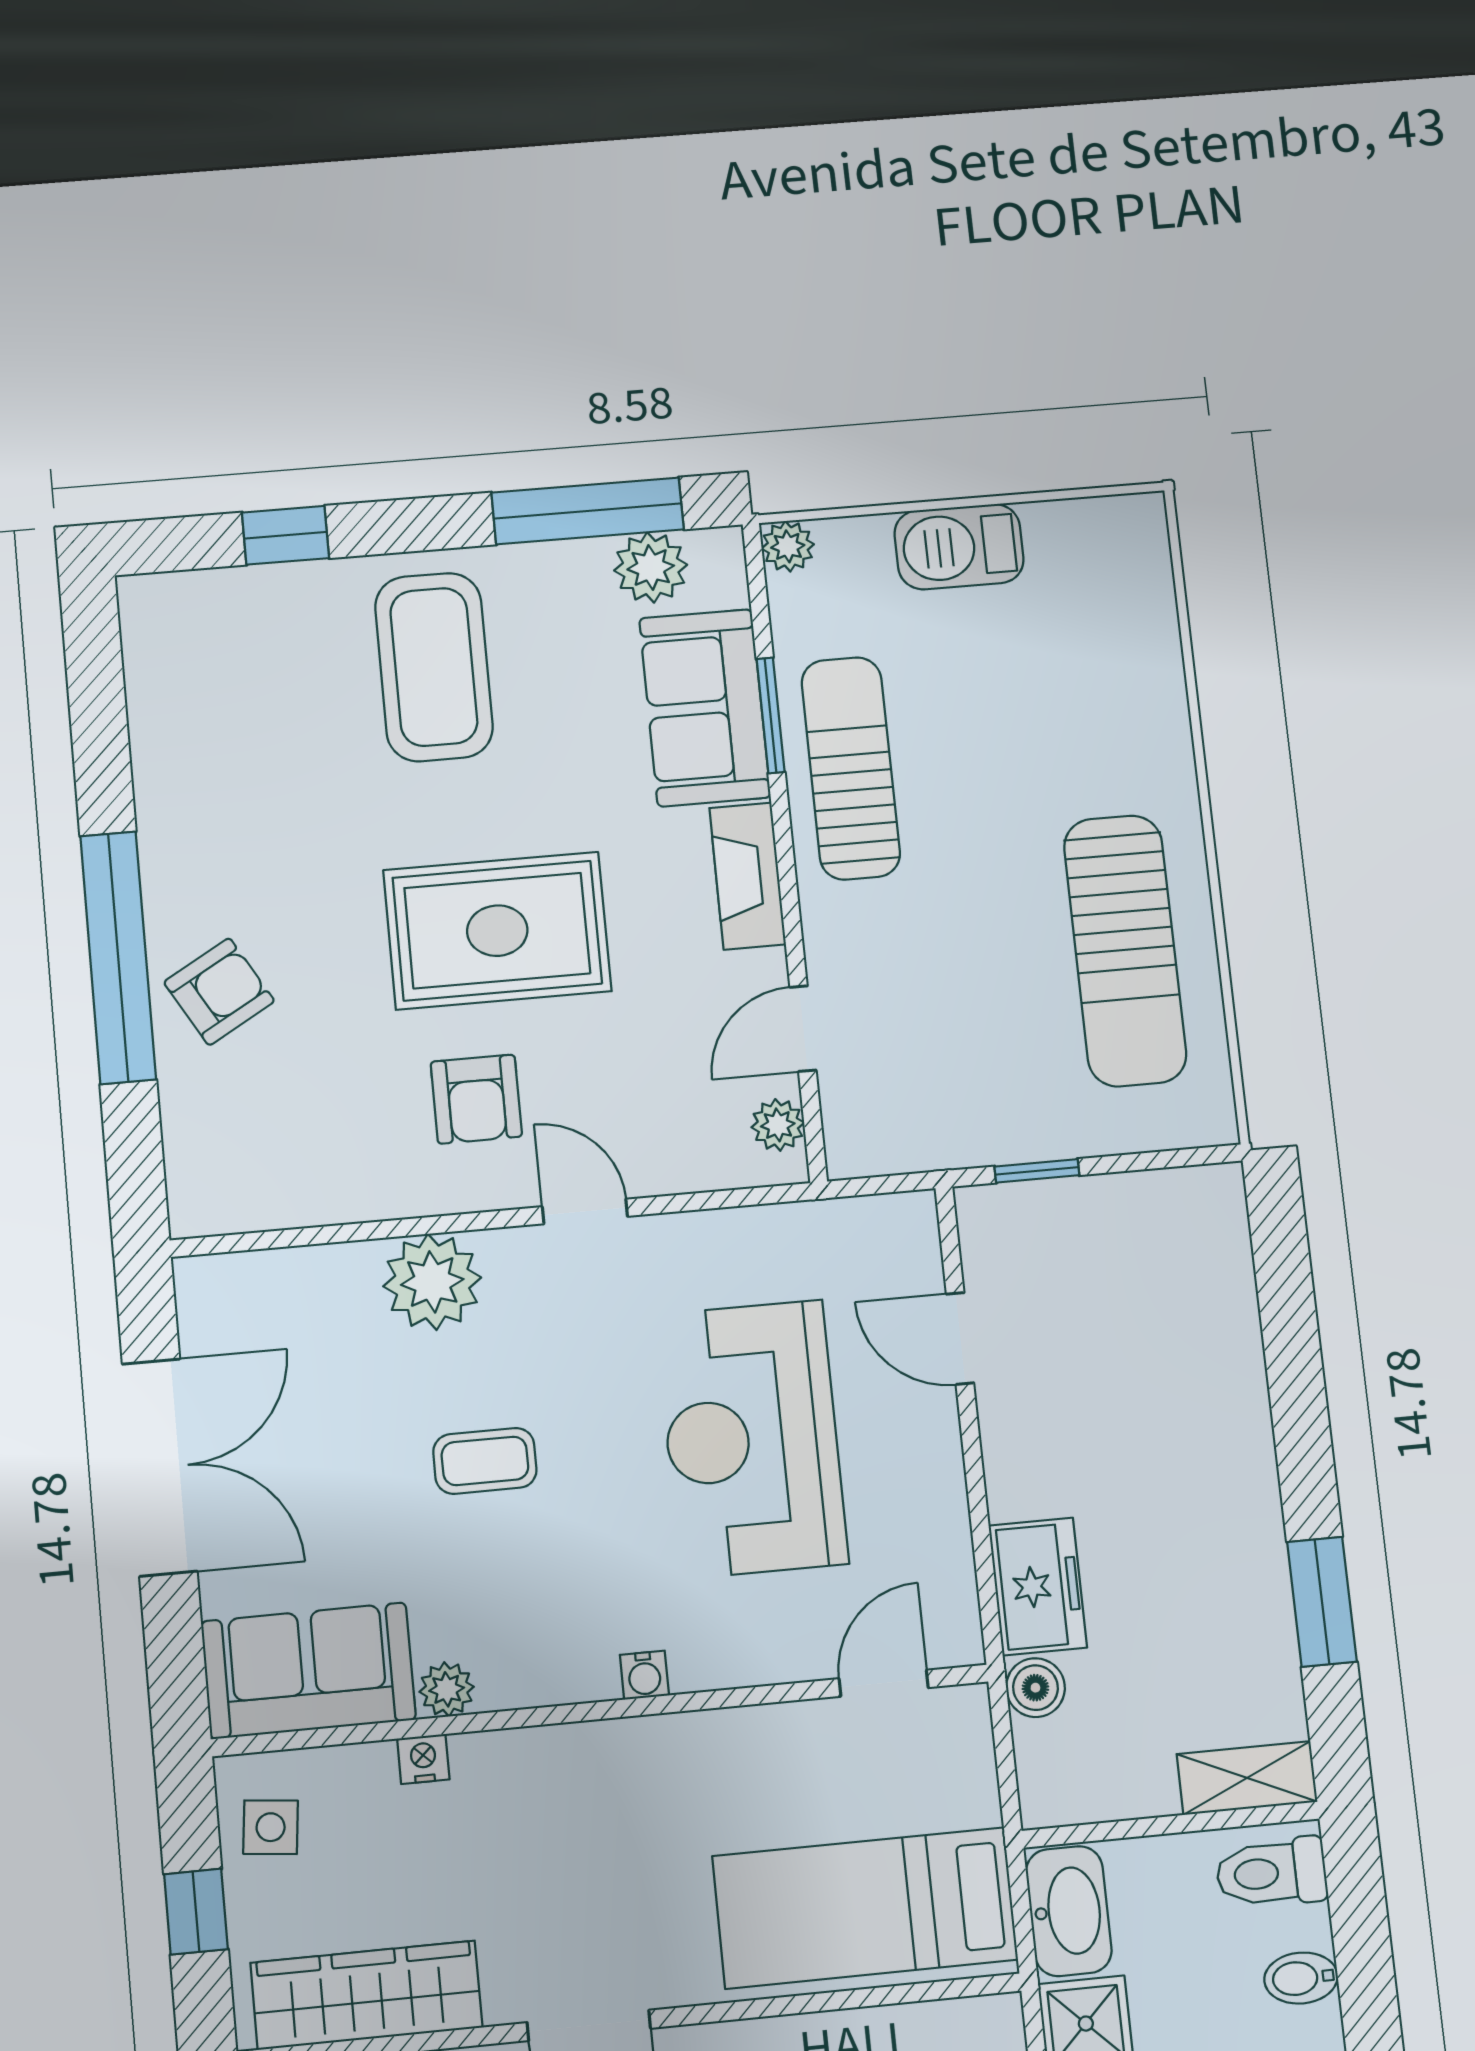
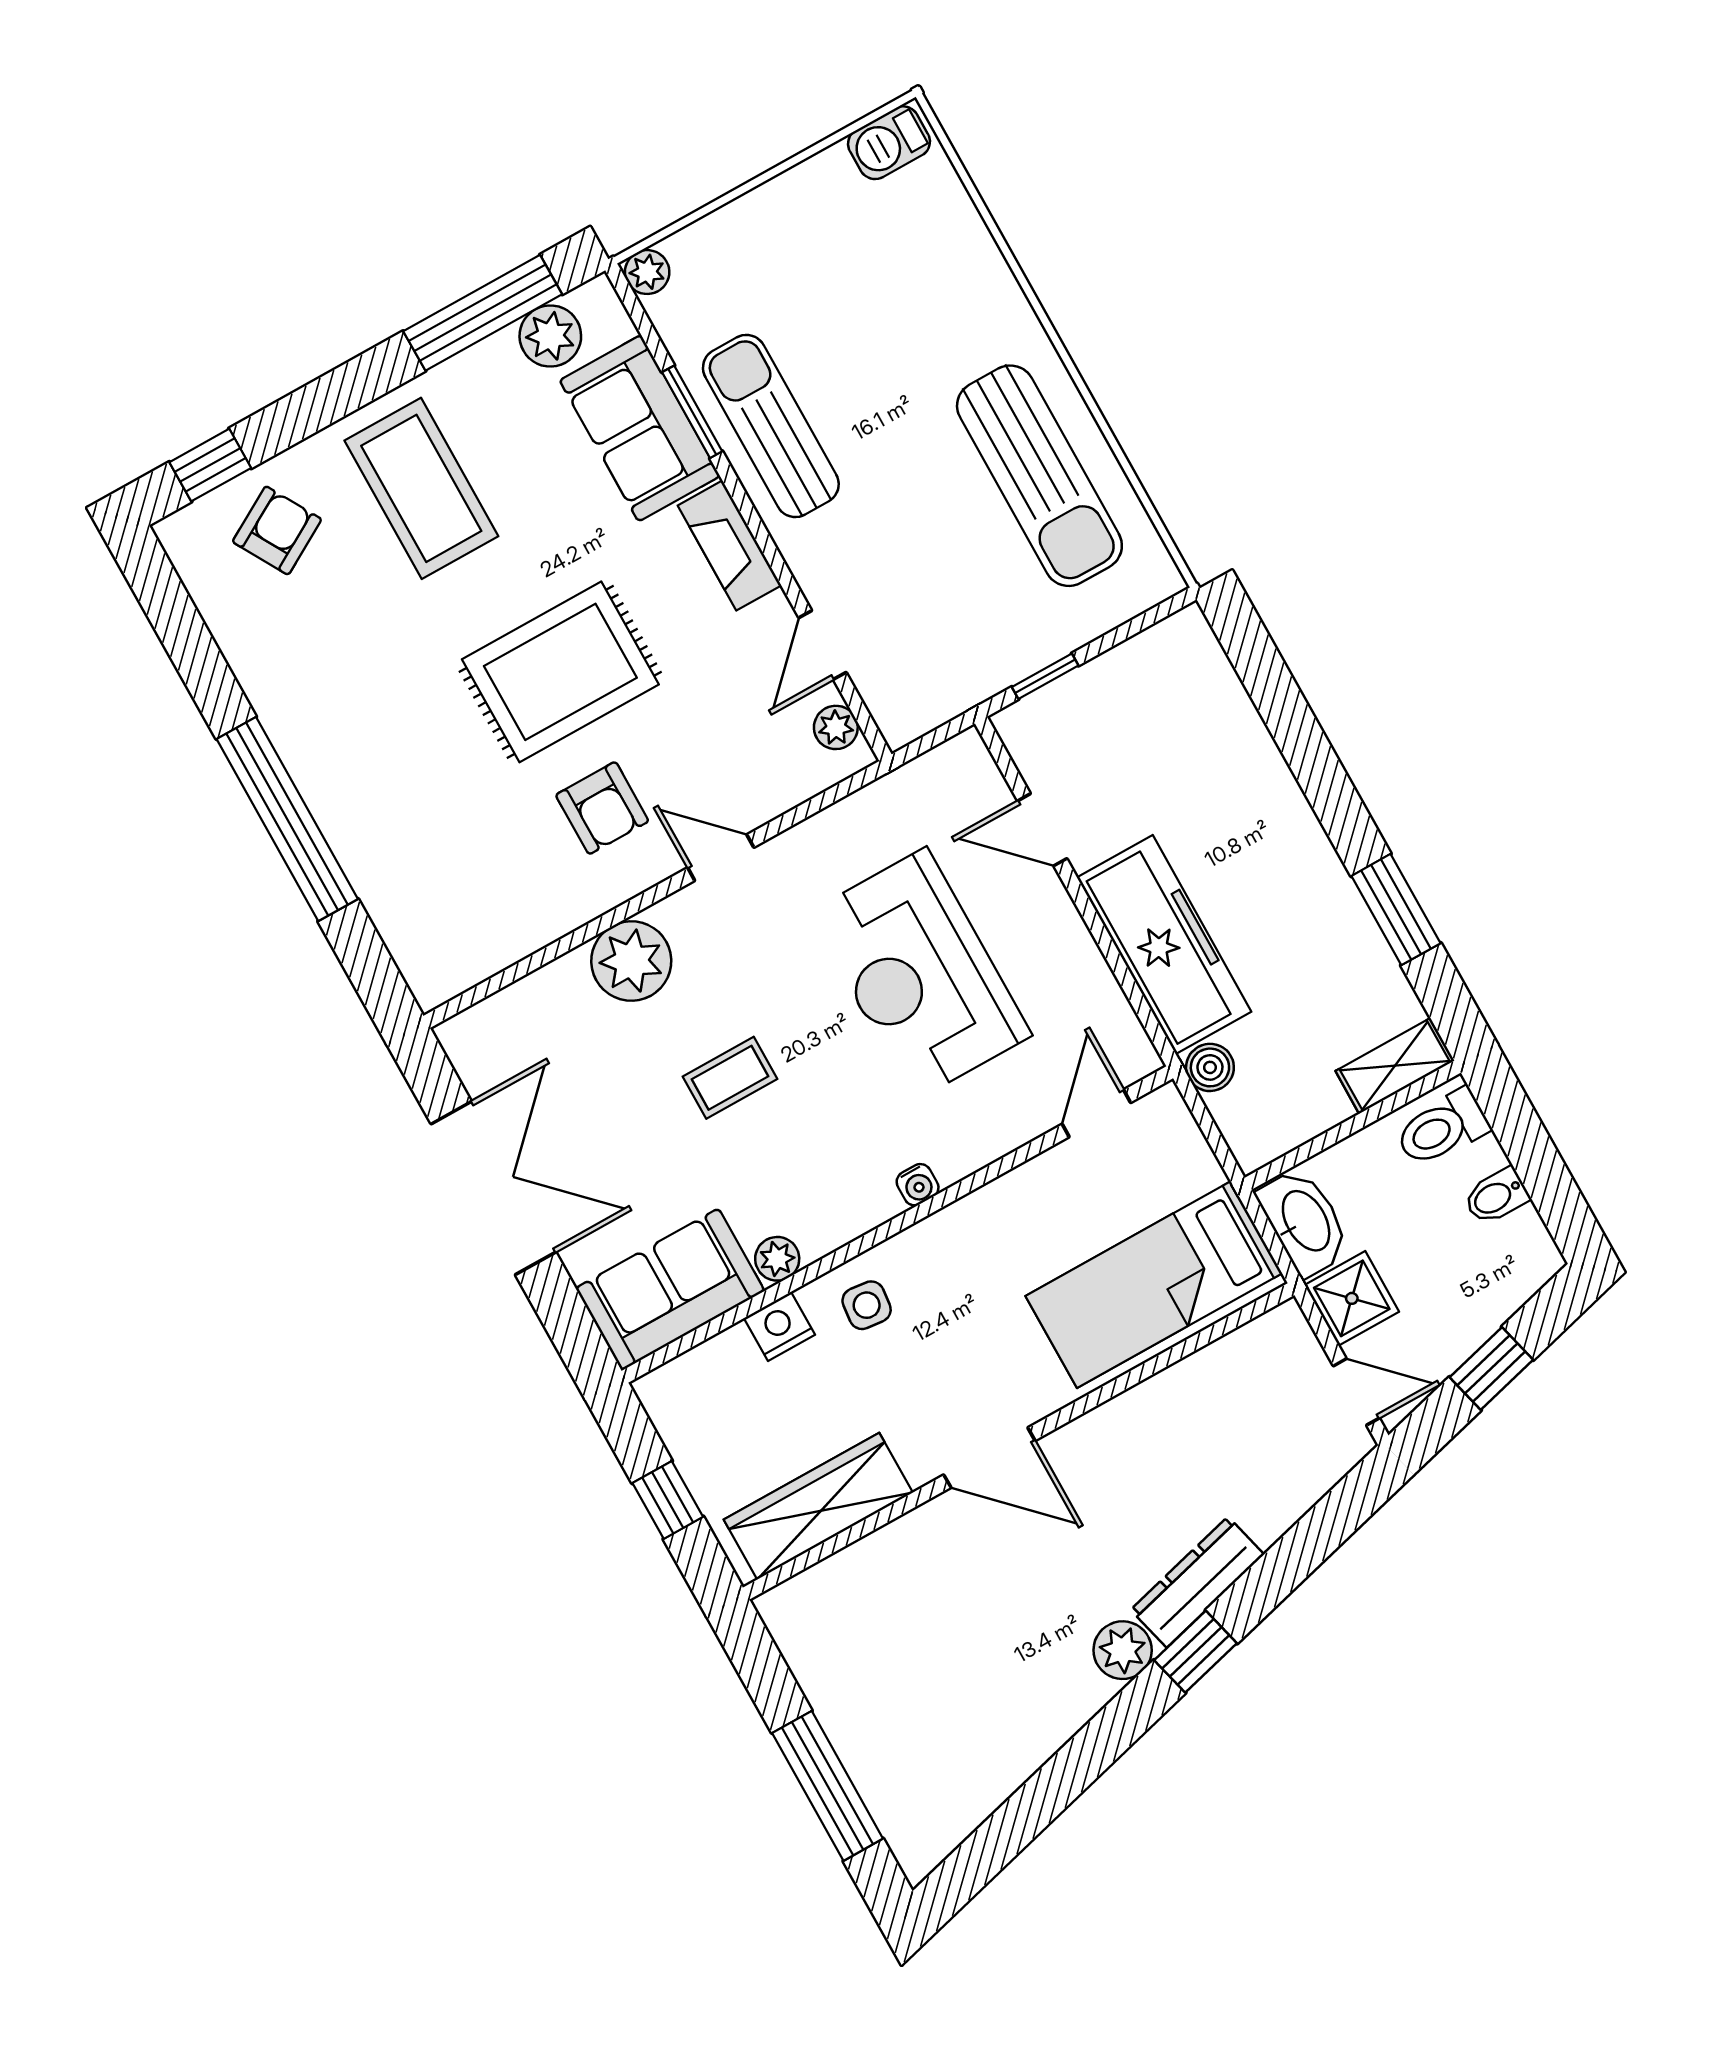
window: (286, 535) -> (210, 465), moved
barbecue: (959, 547) -> (889, 143), moved, width x0.73, depth x0.79
armchair: (219, 992) -> (277, 530), moved
freezer: (1038, 1586) -> (1164, 945), width x1.91, depth x1.26
nightstand: (423, 1759) -> (780, 1326), width x1.39, depth x1.35
side table: (271, 1827) -> (867, 1305), moved

